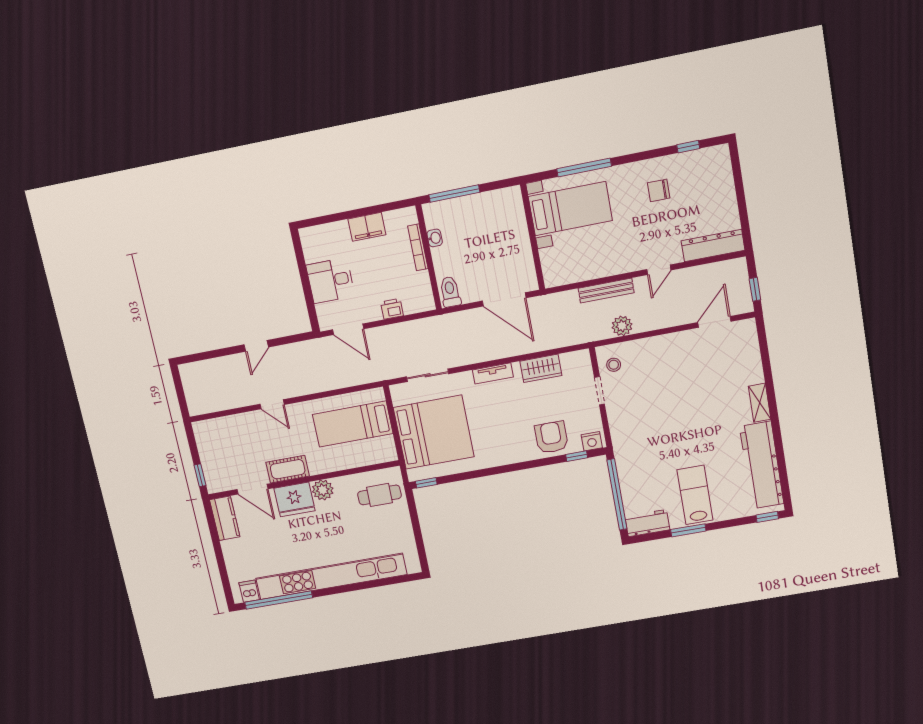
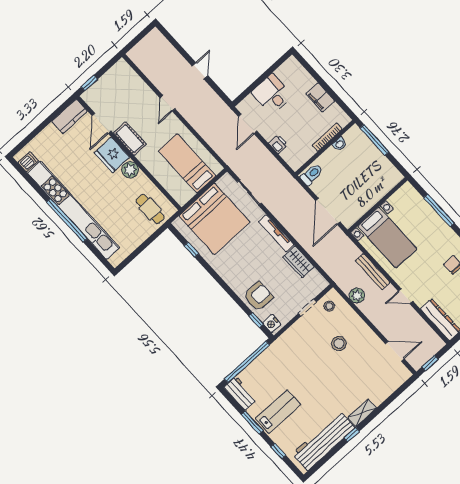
bed with nightstands: (570, 209) -> (387, 238), moved
door: (256, 346) -> (200, 71), swing flipped
tv unit: (493, 374) -> (276, 233), width x1.41
stool: (663, 380) -> (339, 344), added
window: (776, 430) -> (352, 435), added
window: (426, 483) -> (191, 250), moved
window: (767, 517) -> (278, 451), moved
window: (279, 600) -> (67, 220), moved

